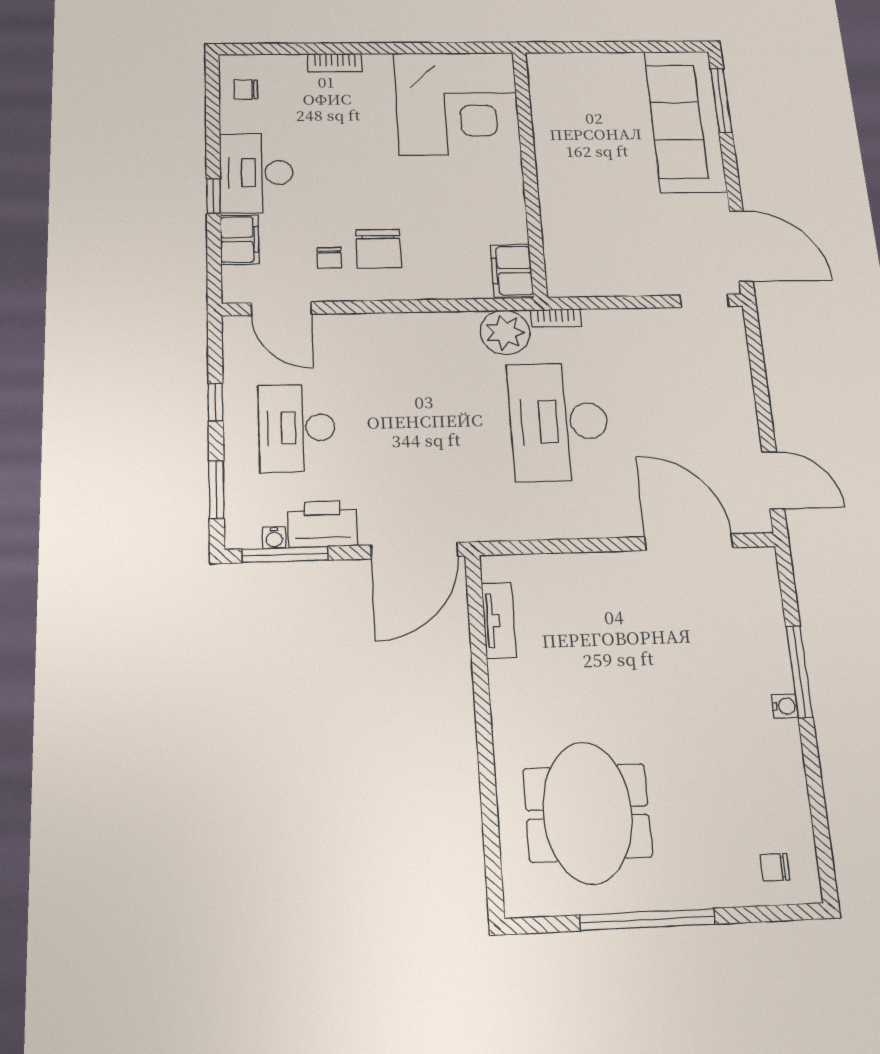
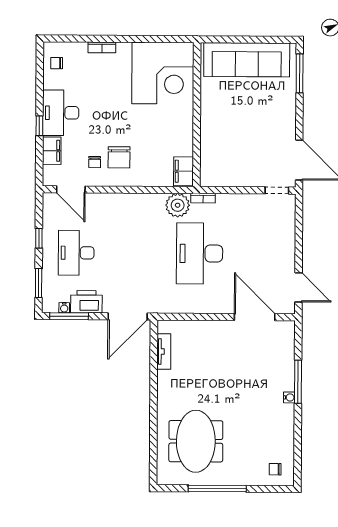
sofa: (685, 121) -> (247, 60), moved, turned -90

